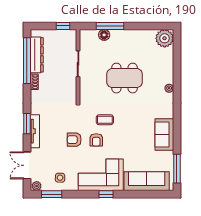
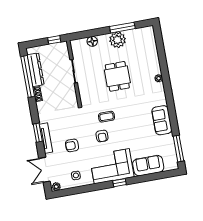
window: (110, 26) -> (122, 28), moved
plant: (165, 38) -> (117, 40), moved
dining table: (125, 78) -> (117, 76), width x0.73
armchair: (74, 140) -> (72, 145), moved
sofa: (147, 181) -> (148, 166), width x0.73
window: (52, 194) -> (71, 191), removed

